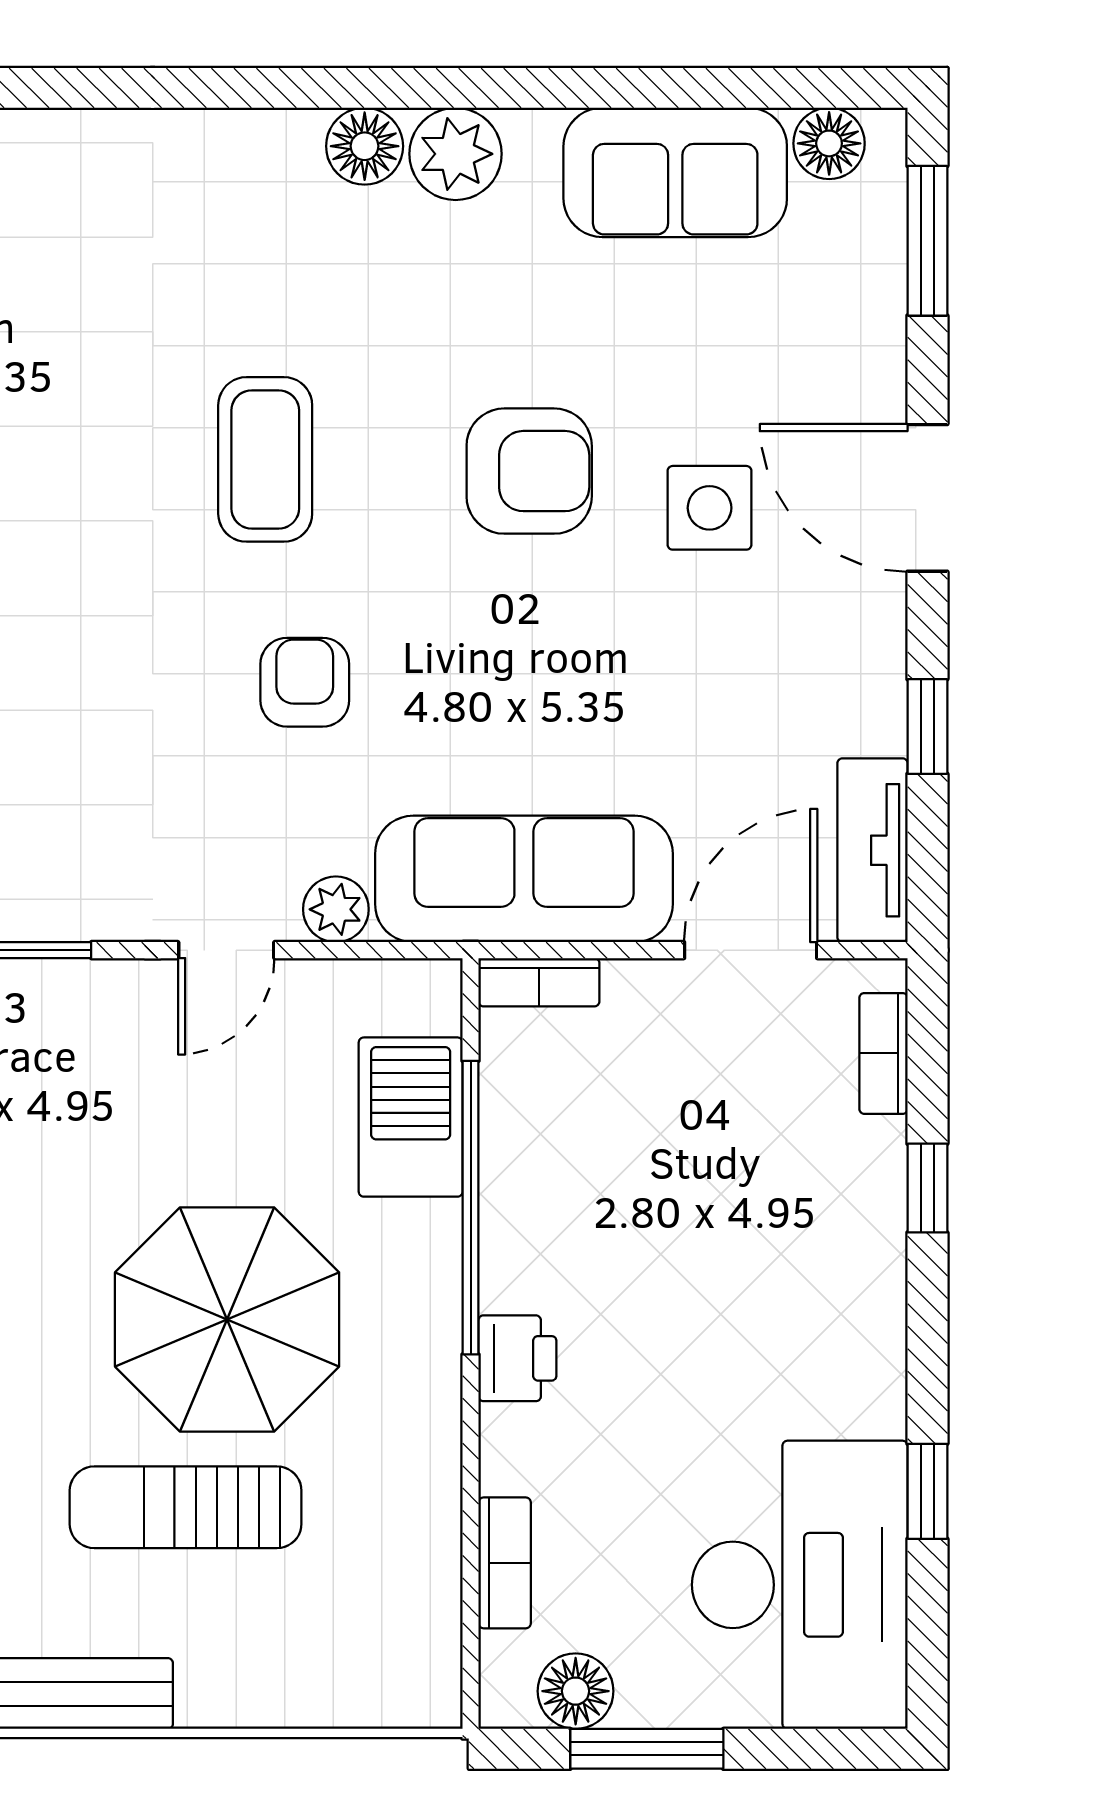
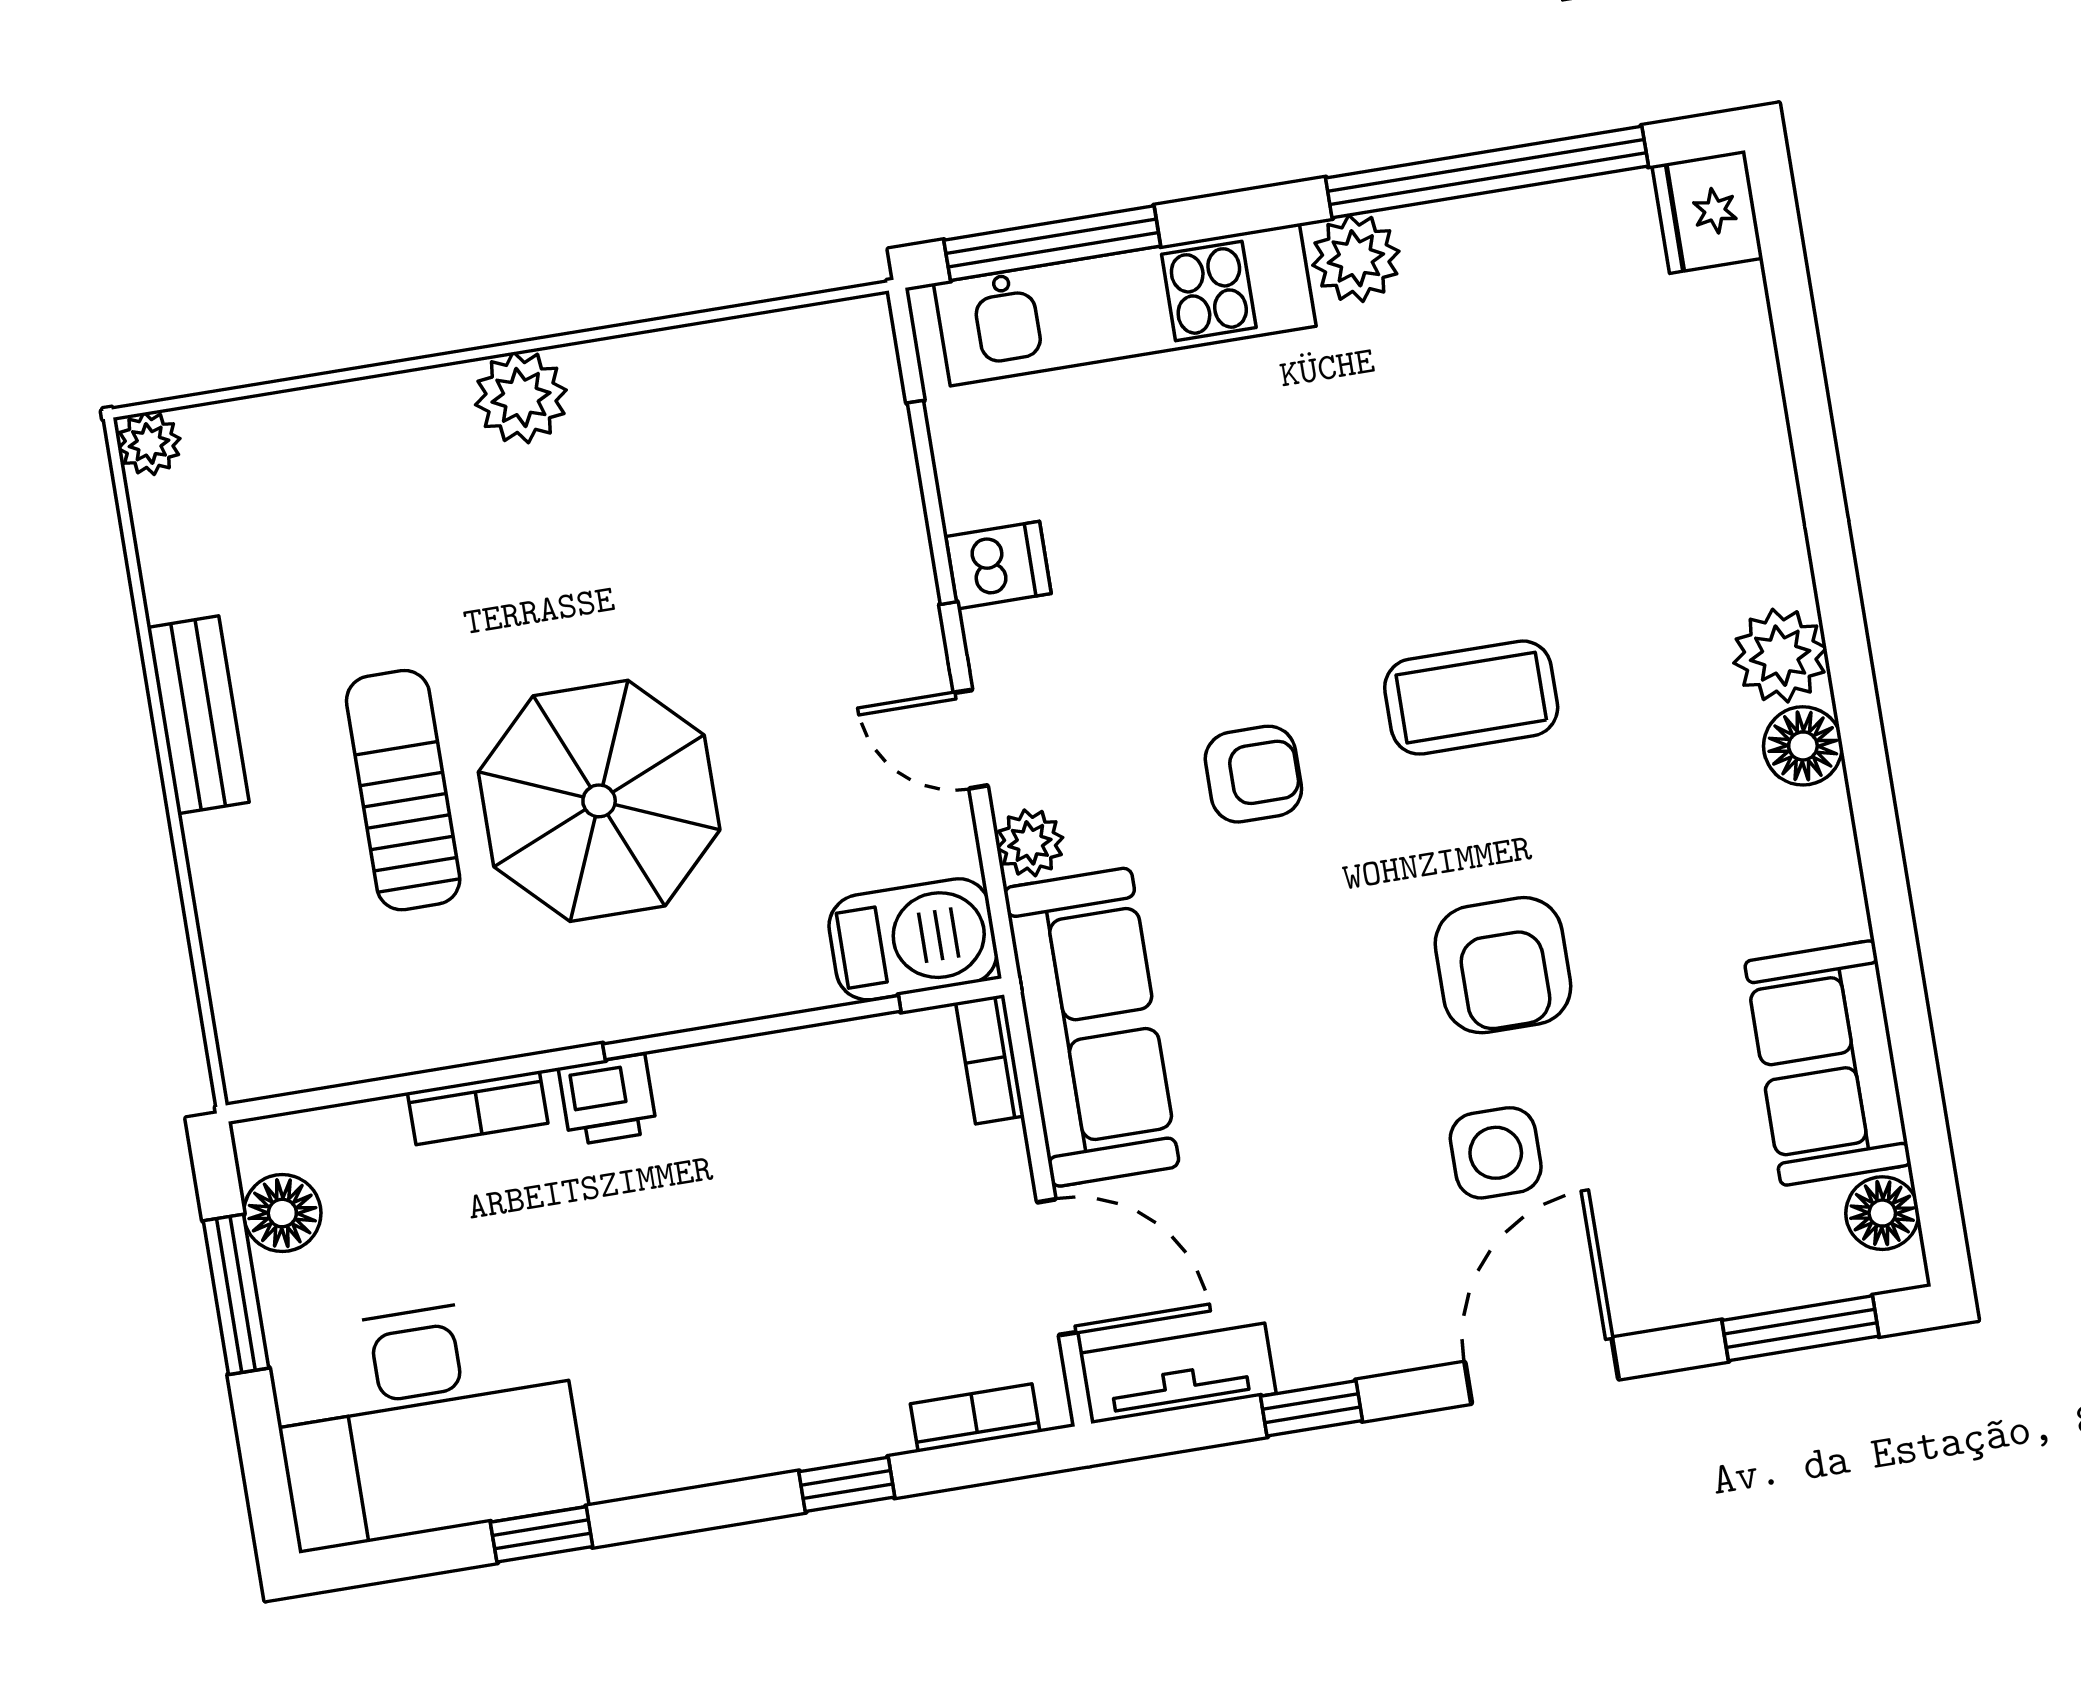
plant: (456, 154) -> (1780, 656), moved
dishwasher: (62, 896) -> (998, 565), added
barbecue: (411, 1117) -> (913, 939), moved
bookcase: (505, 1563) -> (478, 1108), moved

